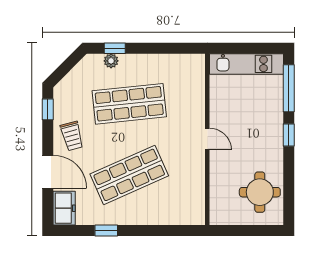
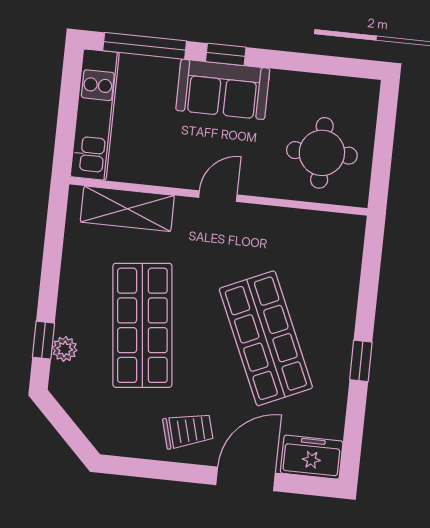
shelving: (195, 88) -> (127, 209), added
window: (48, 109) -> (137, 467), removed
sofa: (269, 135) -> (223, 89), added
round table: (260, 192) -> (322, 153), moved
window: (106, 230) -> (361, 361), moved

